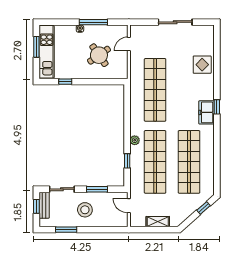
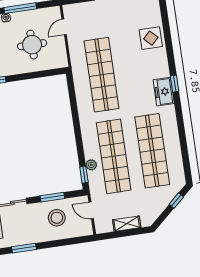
round table: (99, 55) -> (32, 45), turned 35
plant: (135, 140) -> (91, 165), moved
window: (127, 161) -> (84, 175), moved
stool: (85, 210) -> (57, 218), moved

